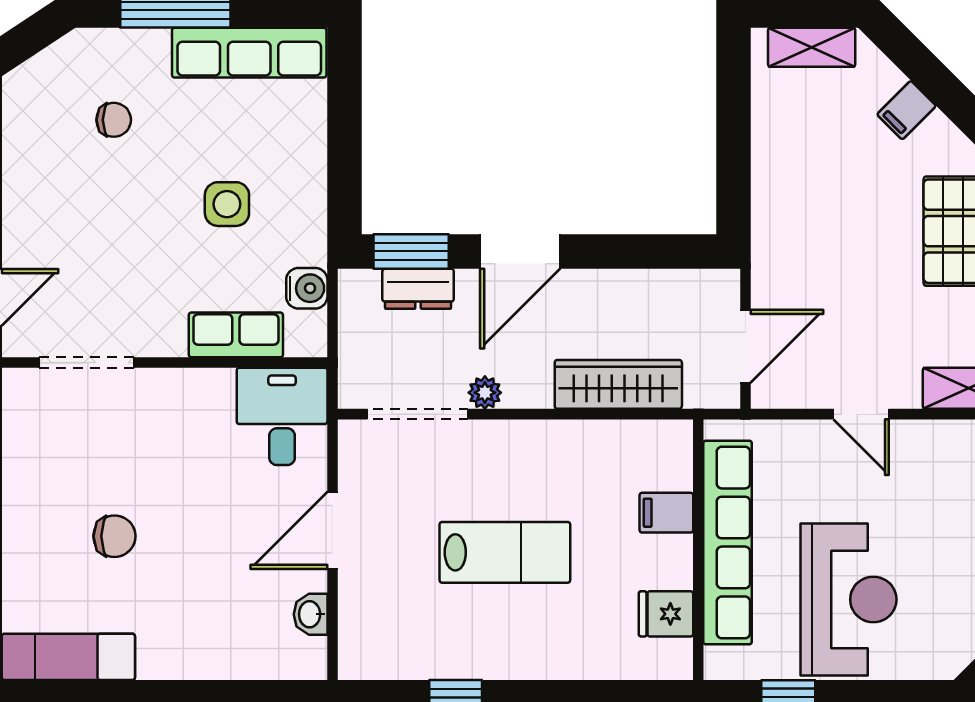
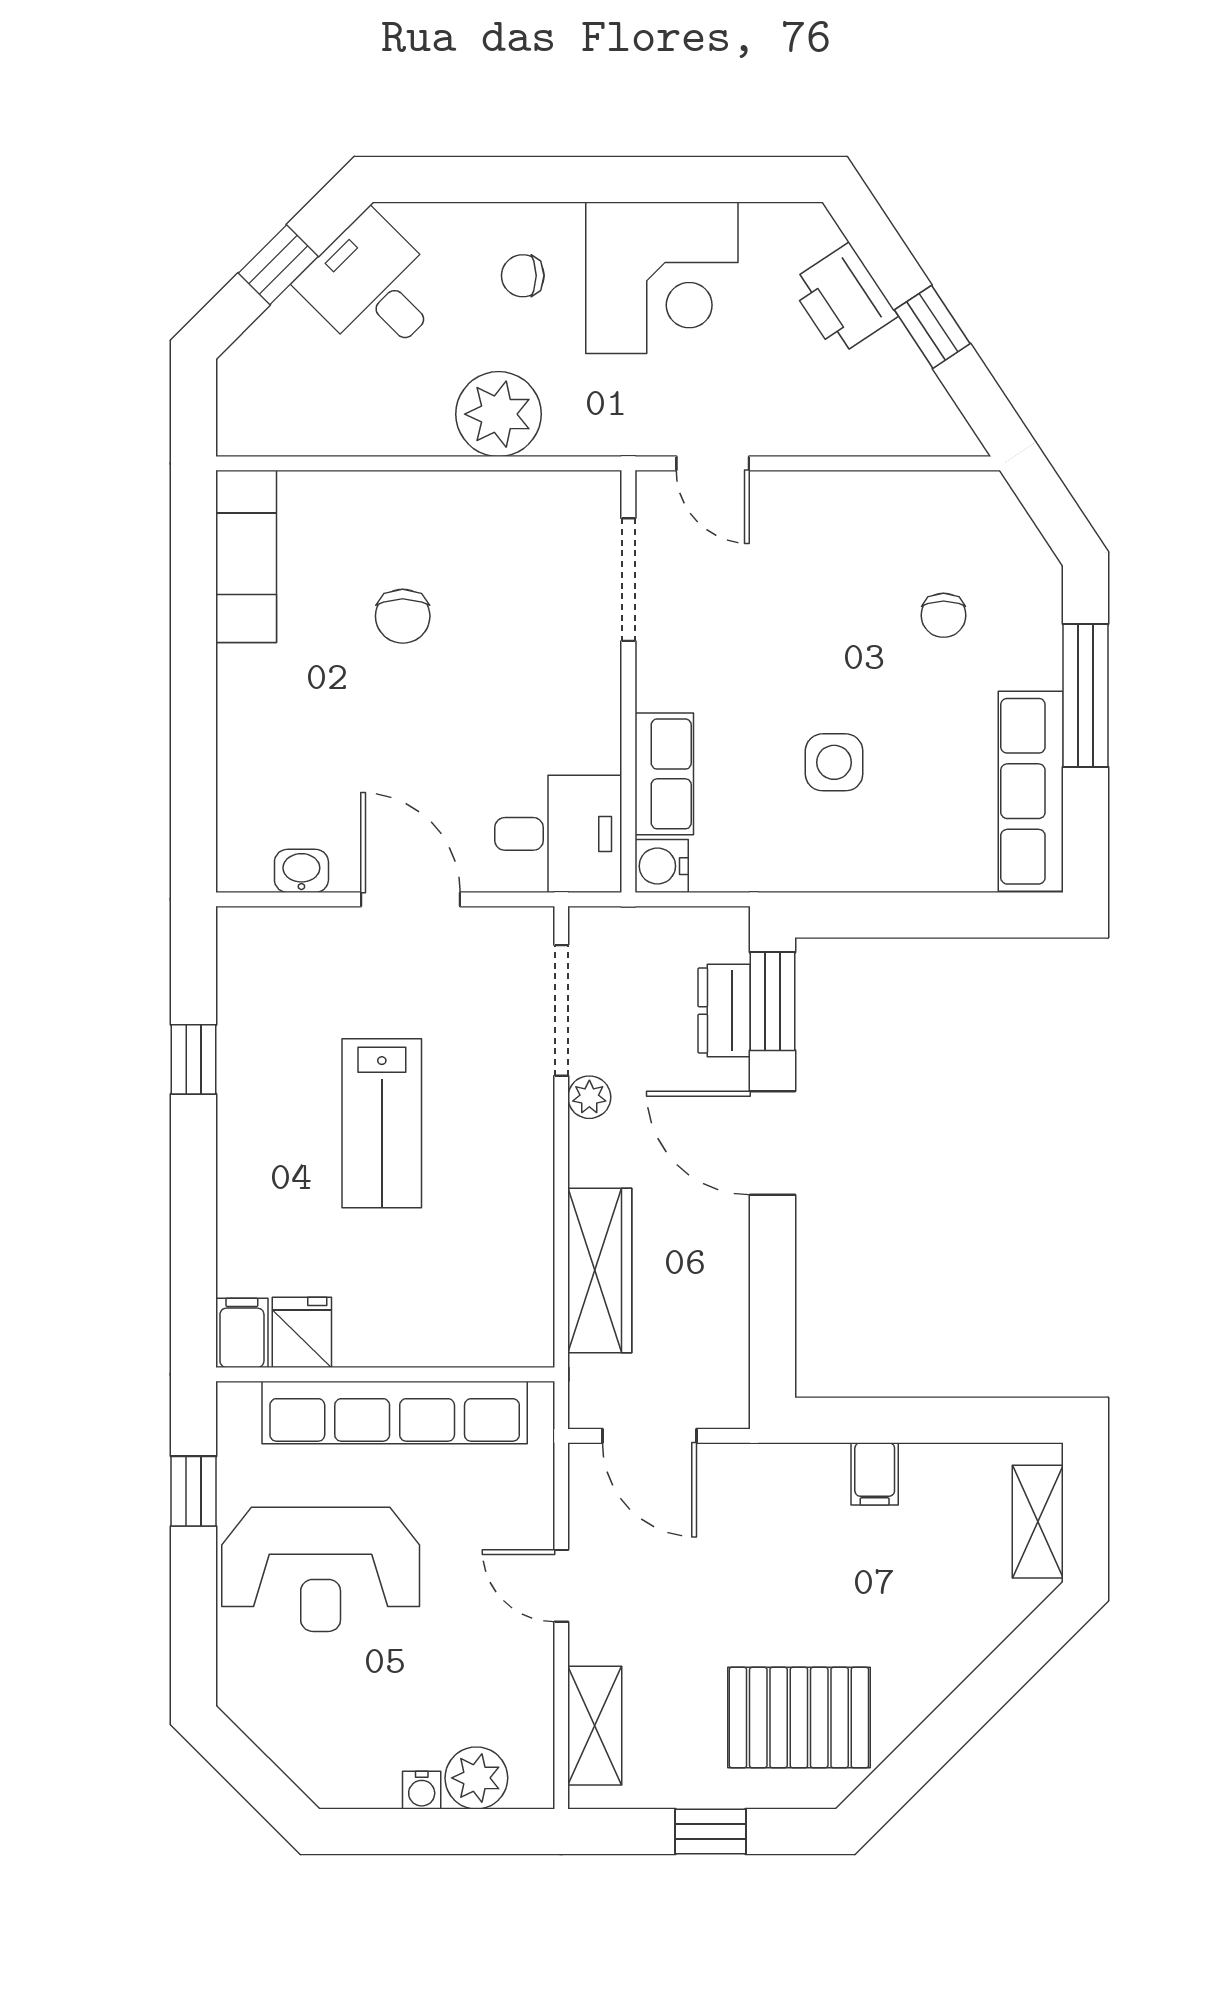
filing cabinet: (907, 110) -> (875, 1474), moved, turned -135
water cooler: (307, 288) -> (662, 866), moved, turned 90
door: (861, 414) -> (561, 1586), hinge flipped
filing cabinet: (666, 513) -> (242, 1333), moved

